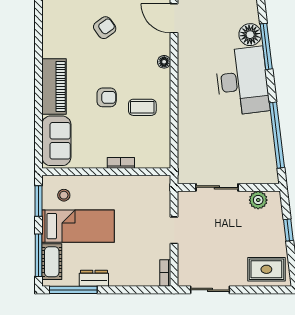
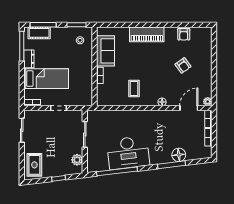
desk: (242, 81) -> (128, 153), moved
armchair: (107, 97) -> (184, 34), moved
sofa: (56, 141) -> (105, 51), moved, turned -90
bed: (78, 226) -> (46, 79), moved, turned -90

